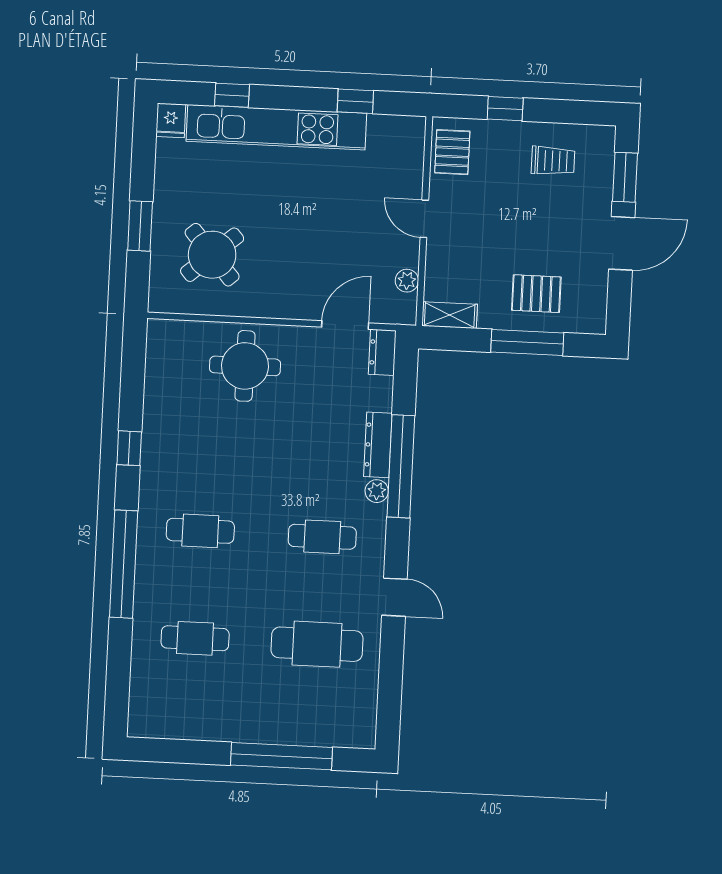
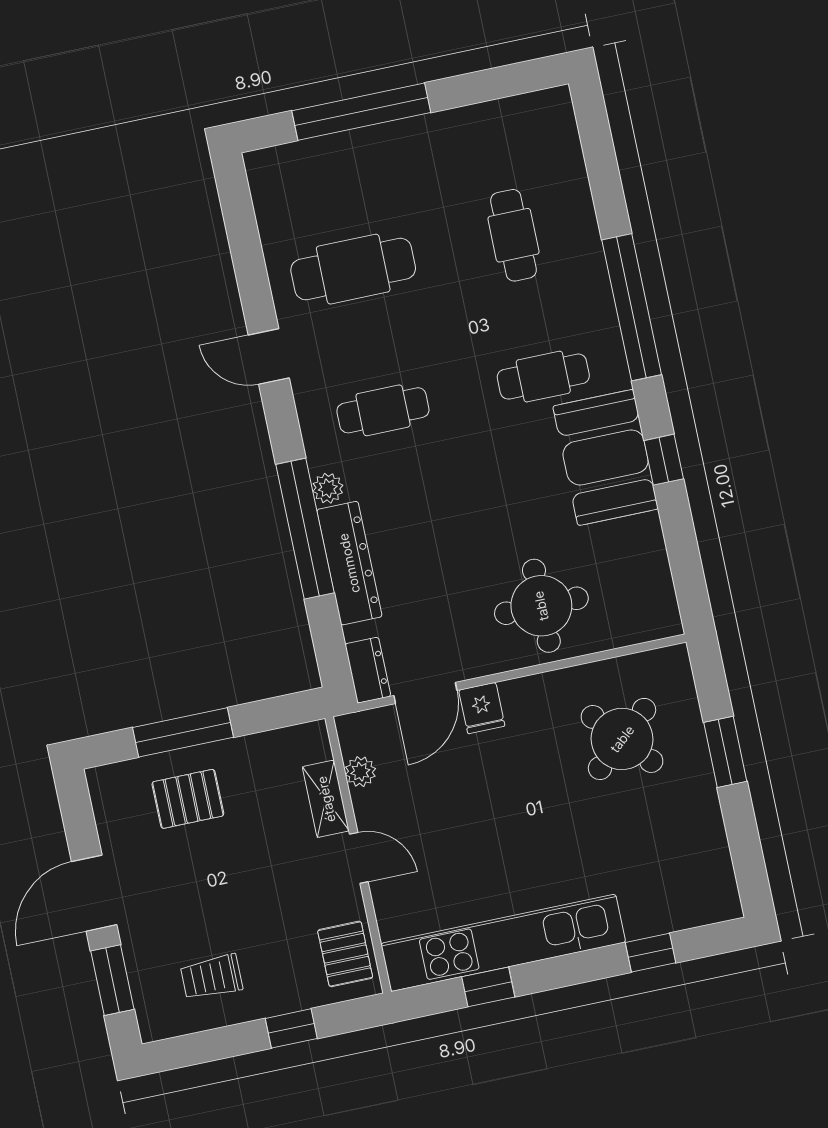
fridge: (171, 120) -> (482, 708), moved, turned 180
kitchen unit: (276, 127) -> (503, 943), moved
shelving: (450, 315) -> (326, 799), moved, turned 90
dresser: (378, 445) -> (349, 563), width x1.37, depth x1.24
booth: (171, 461) -> (606, 457), added
cafe table: (195, 638) -> (513, 235), turned 90

